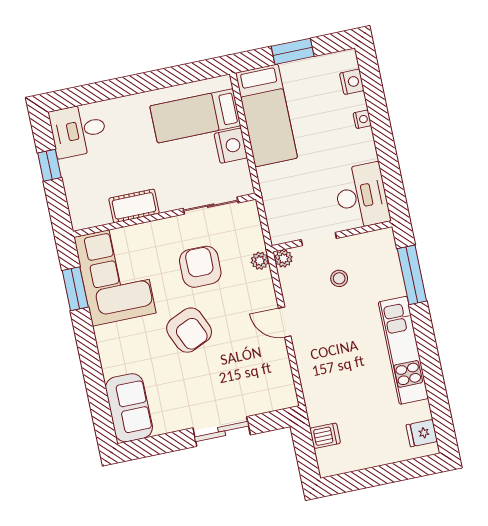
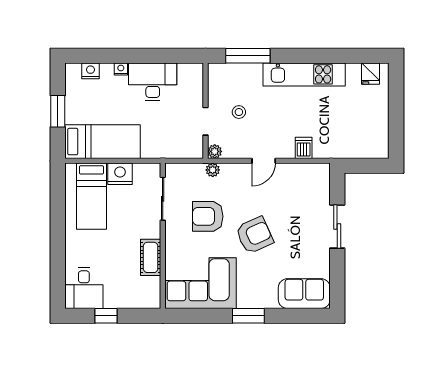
desk: (361, 196) -> (153, 82), moved
window: (75, 289) -> (248, 316), moved
dishwasher: (325, 436) -> (304, 148), moved

